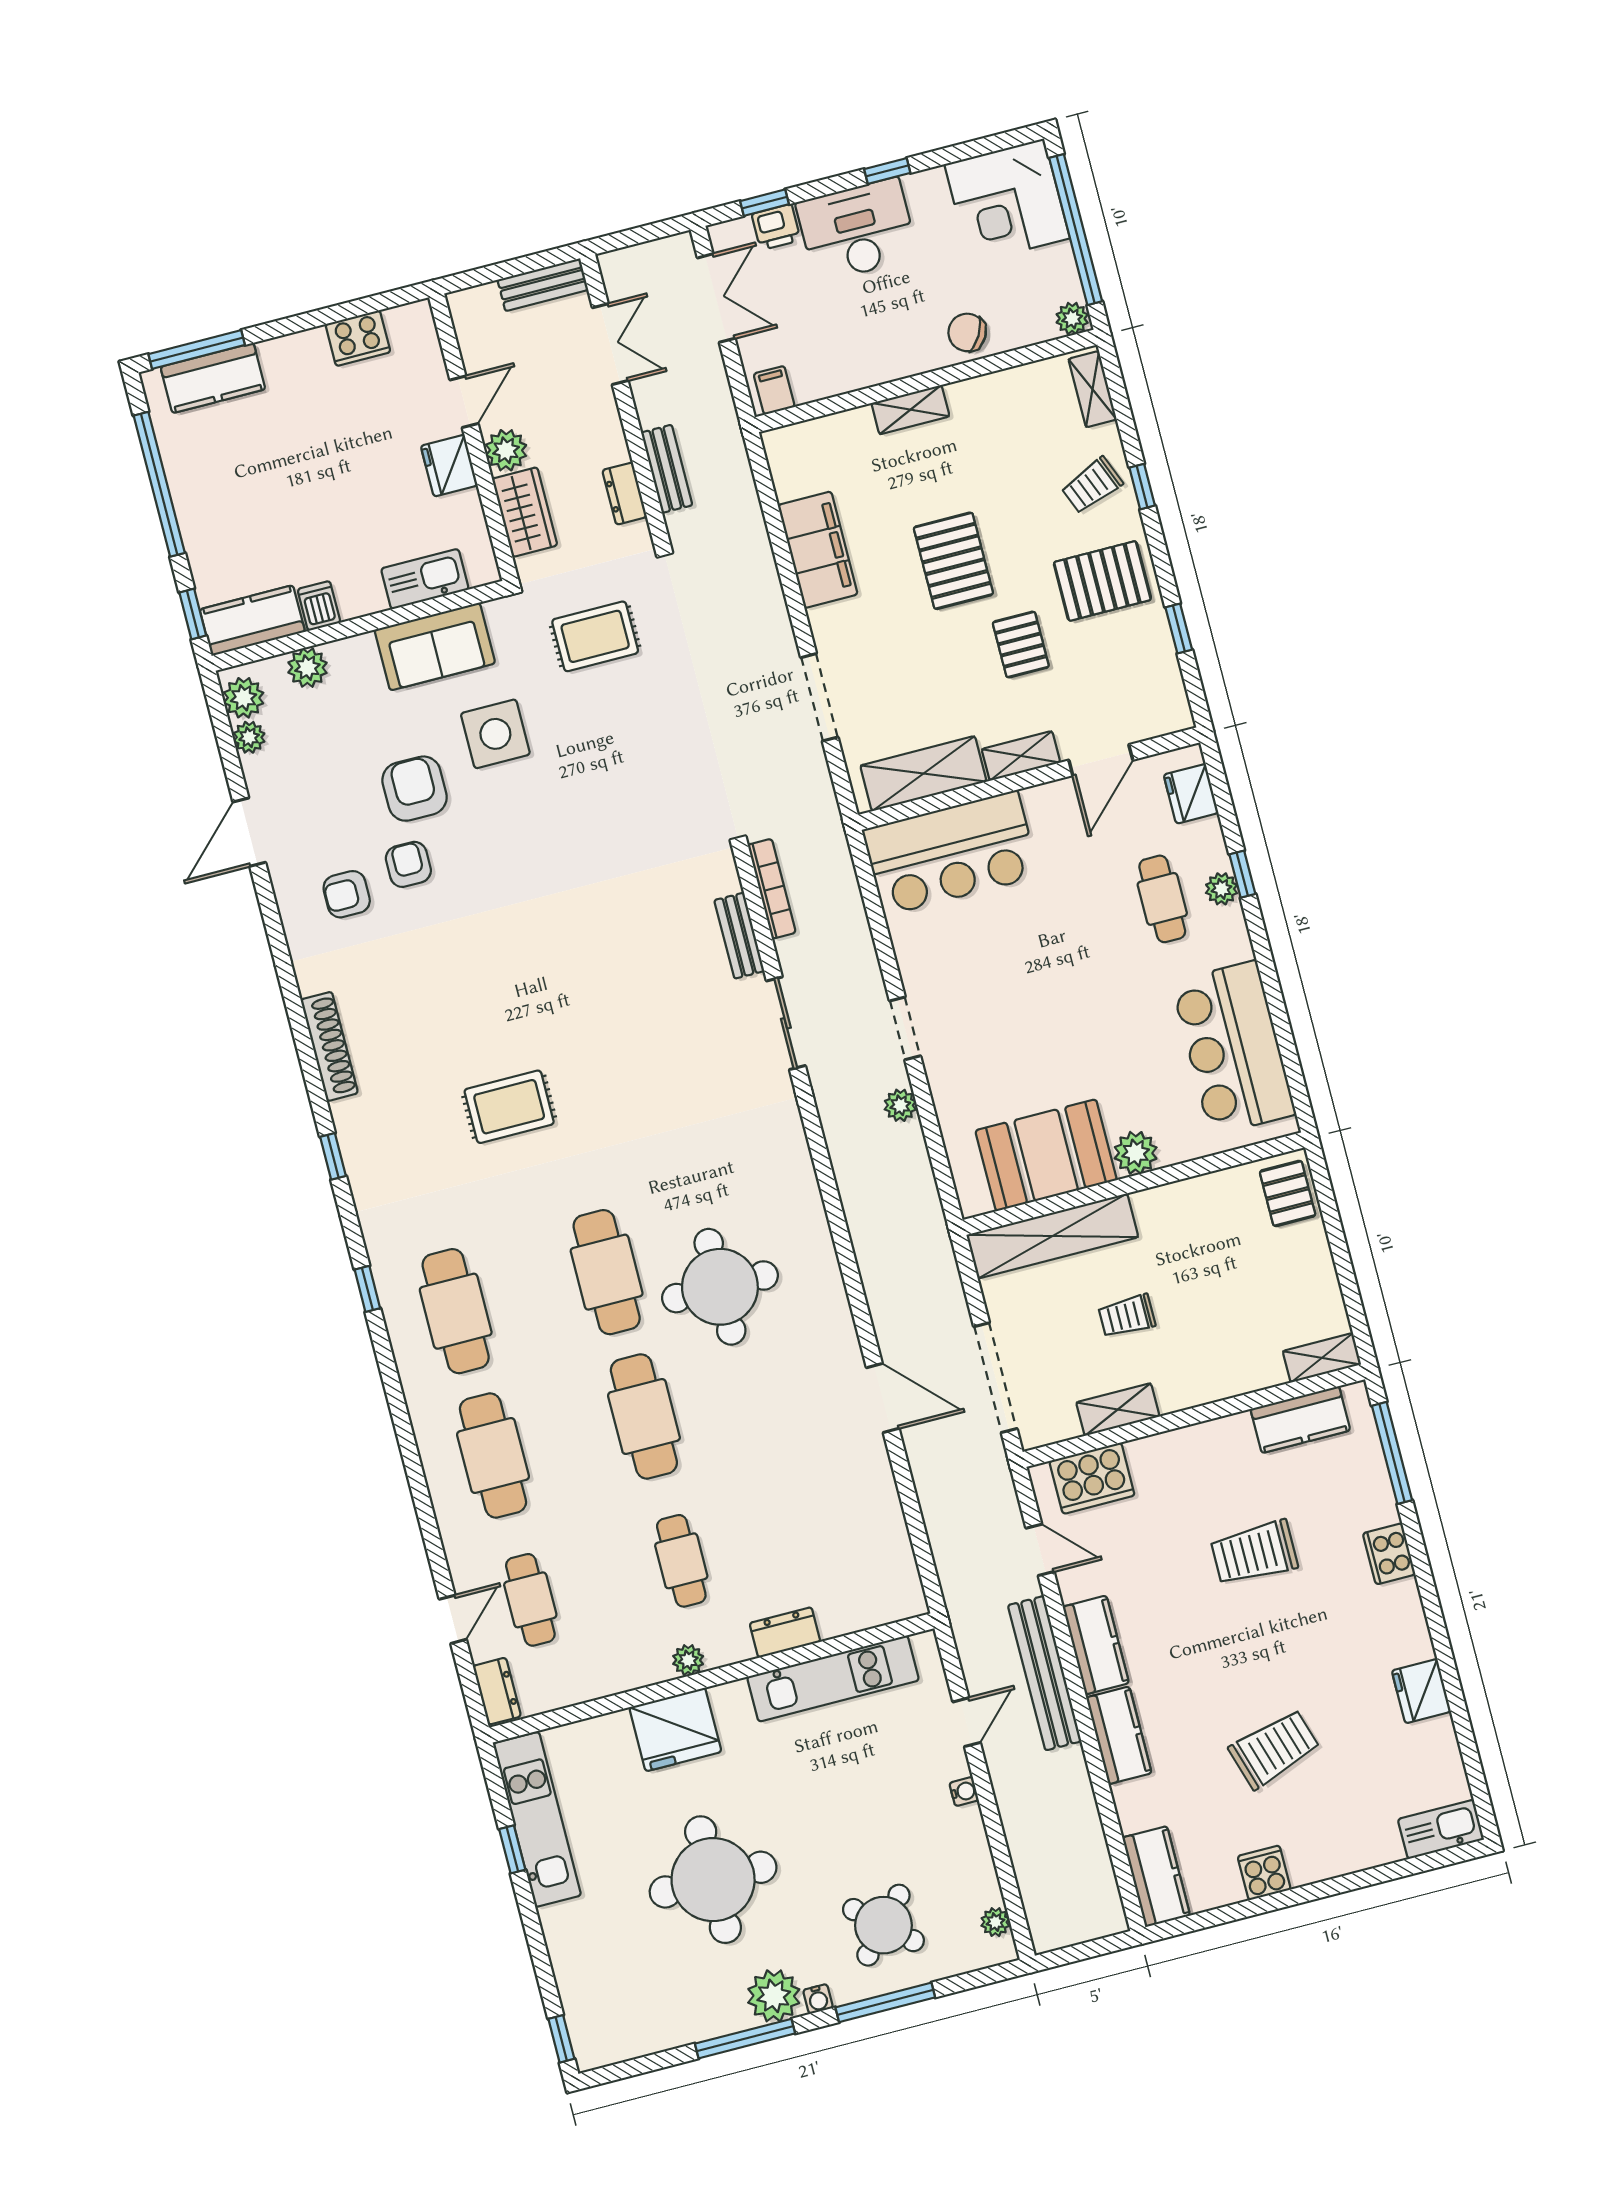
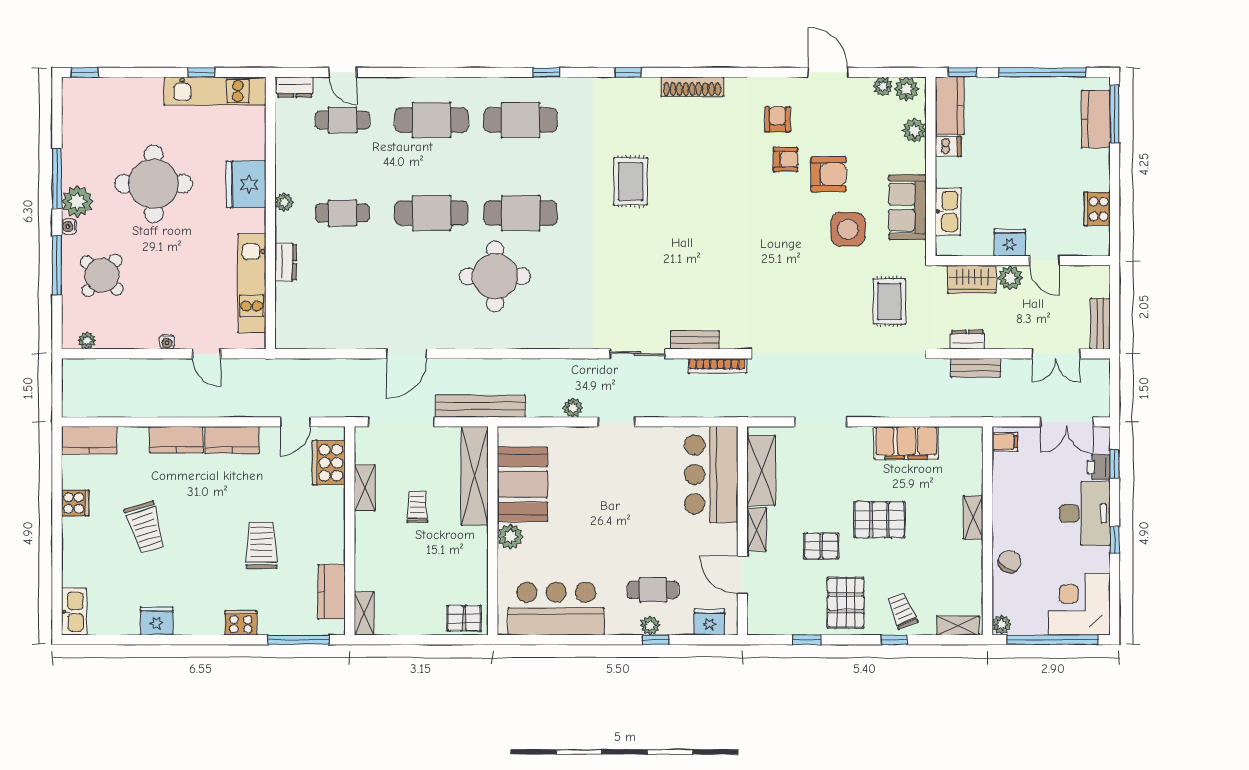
bench: (1045, 1673) -> (480, 406), moved

